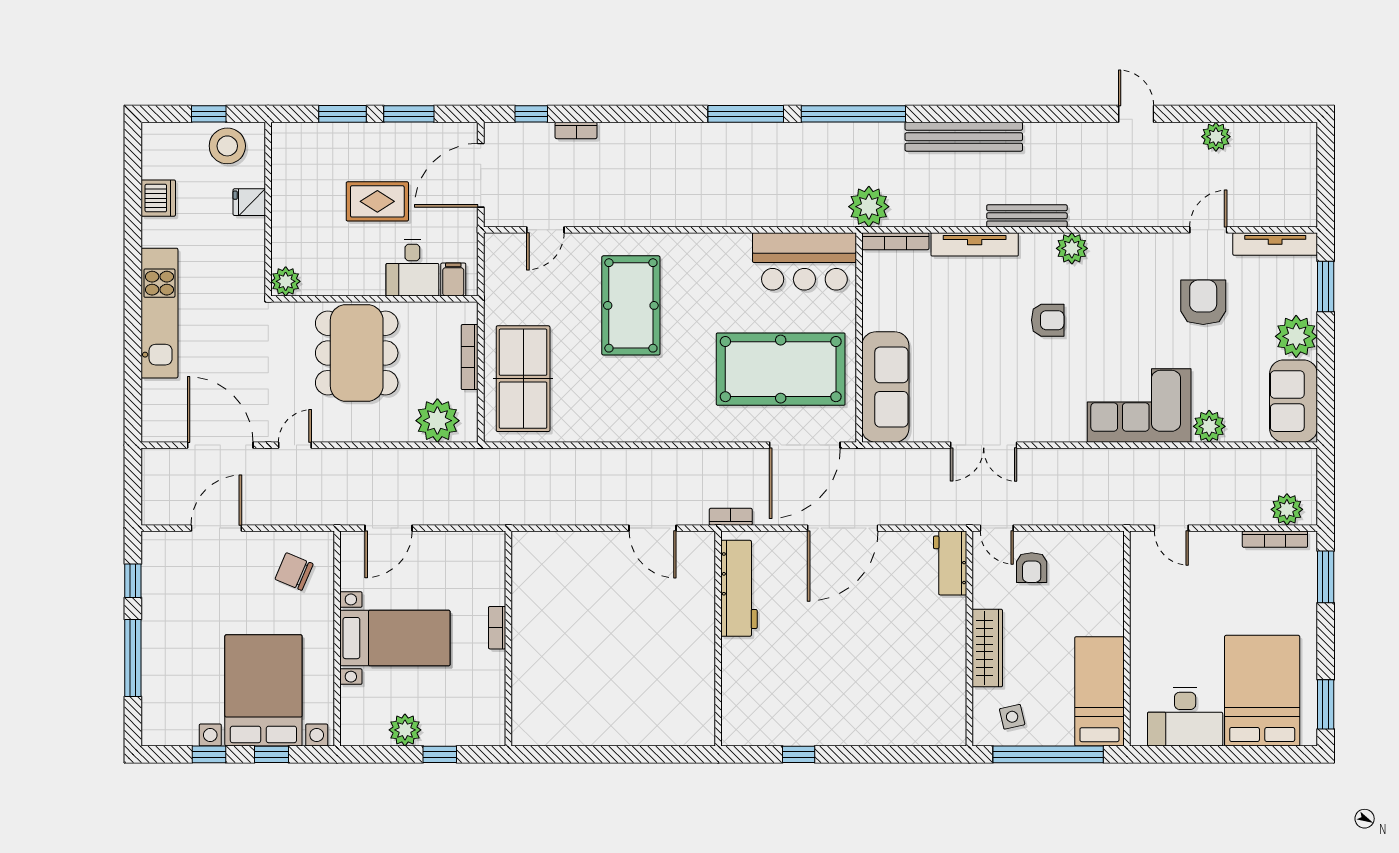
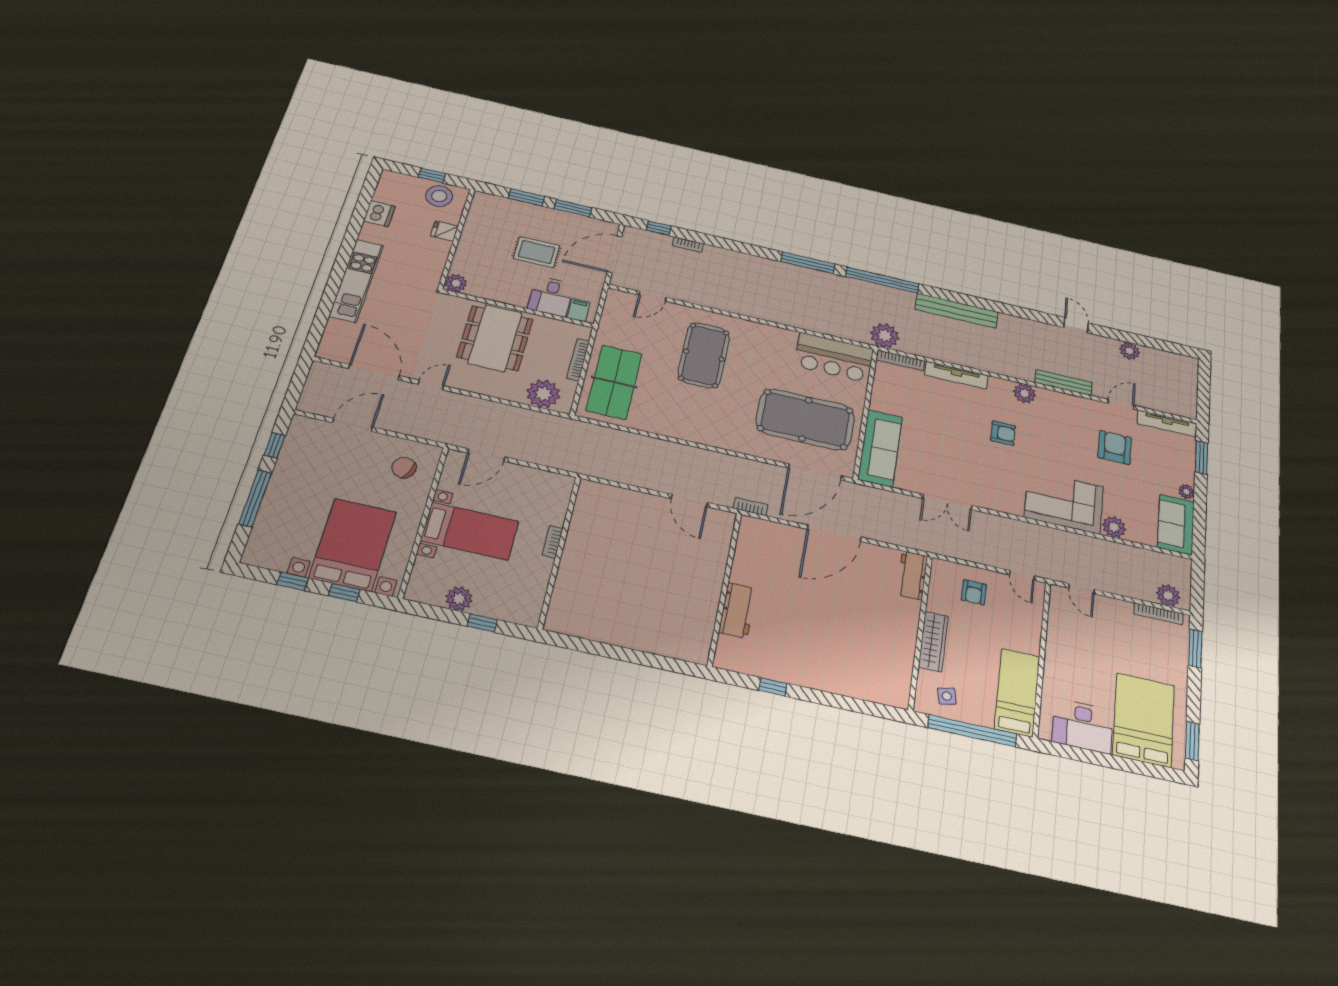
bench: (1027, 216) -> (1063, 382), moved
plant: (1296, 336) -> (1186, 492), width x0.53, depth x0.53
door: (997, 528) -> (1022, 575), moved
workbench: (739, 588) -> (737, 610), moved, width x0.73

